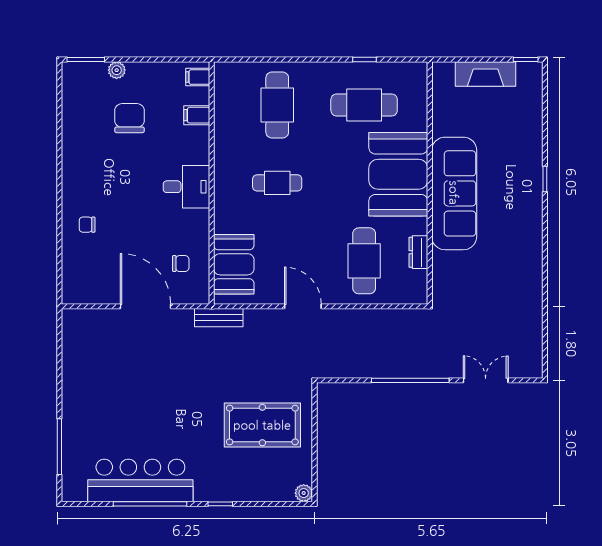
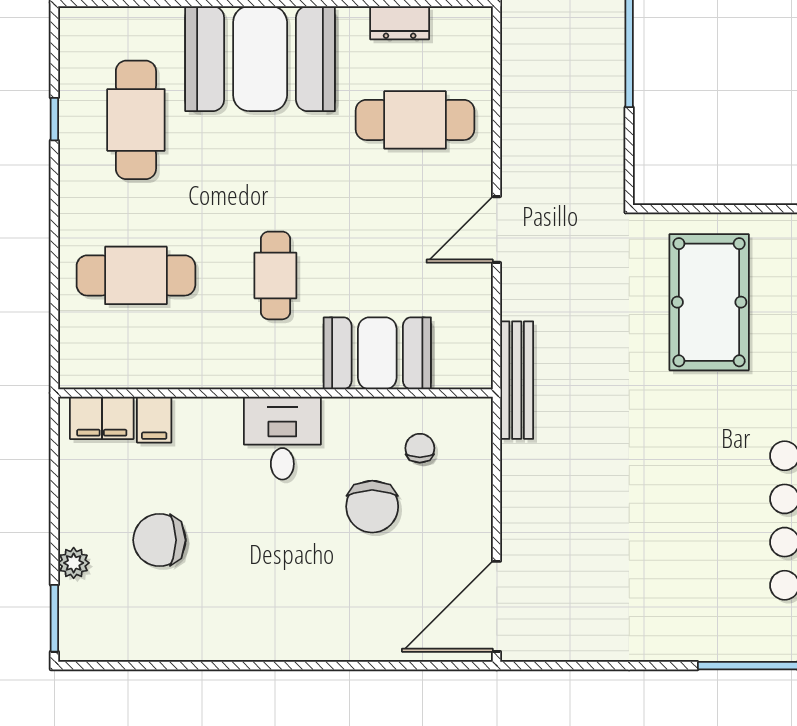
filing cabinet: (198, 77) -> (102, 418), width x2.00
chair: (87, 225) -> (372, 507), moved, width x1.87, depth x1.87
booth: (234, 264) -> (377, 353), moved
door: (145, 306) -> (497, 606), moved
bench: (219, 318) -> (517, 380), width x1.36

